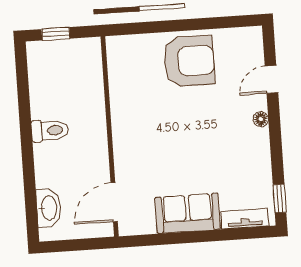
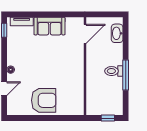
armchair: (189, 61) -> (44, 100), turned 180
window: (25, 124) -> (126, 75), added

